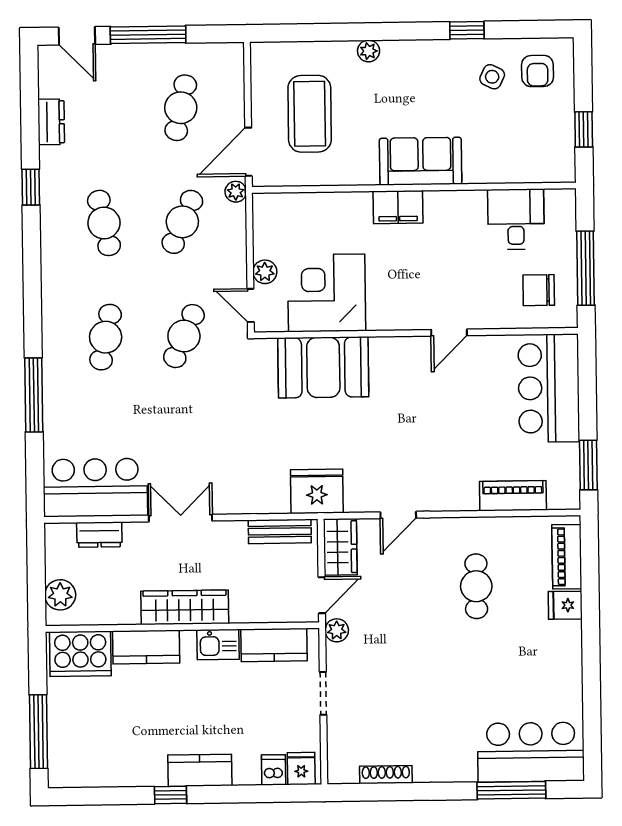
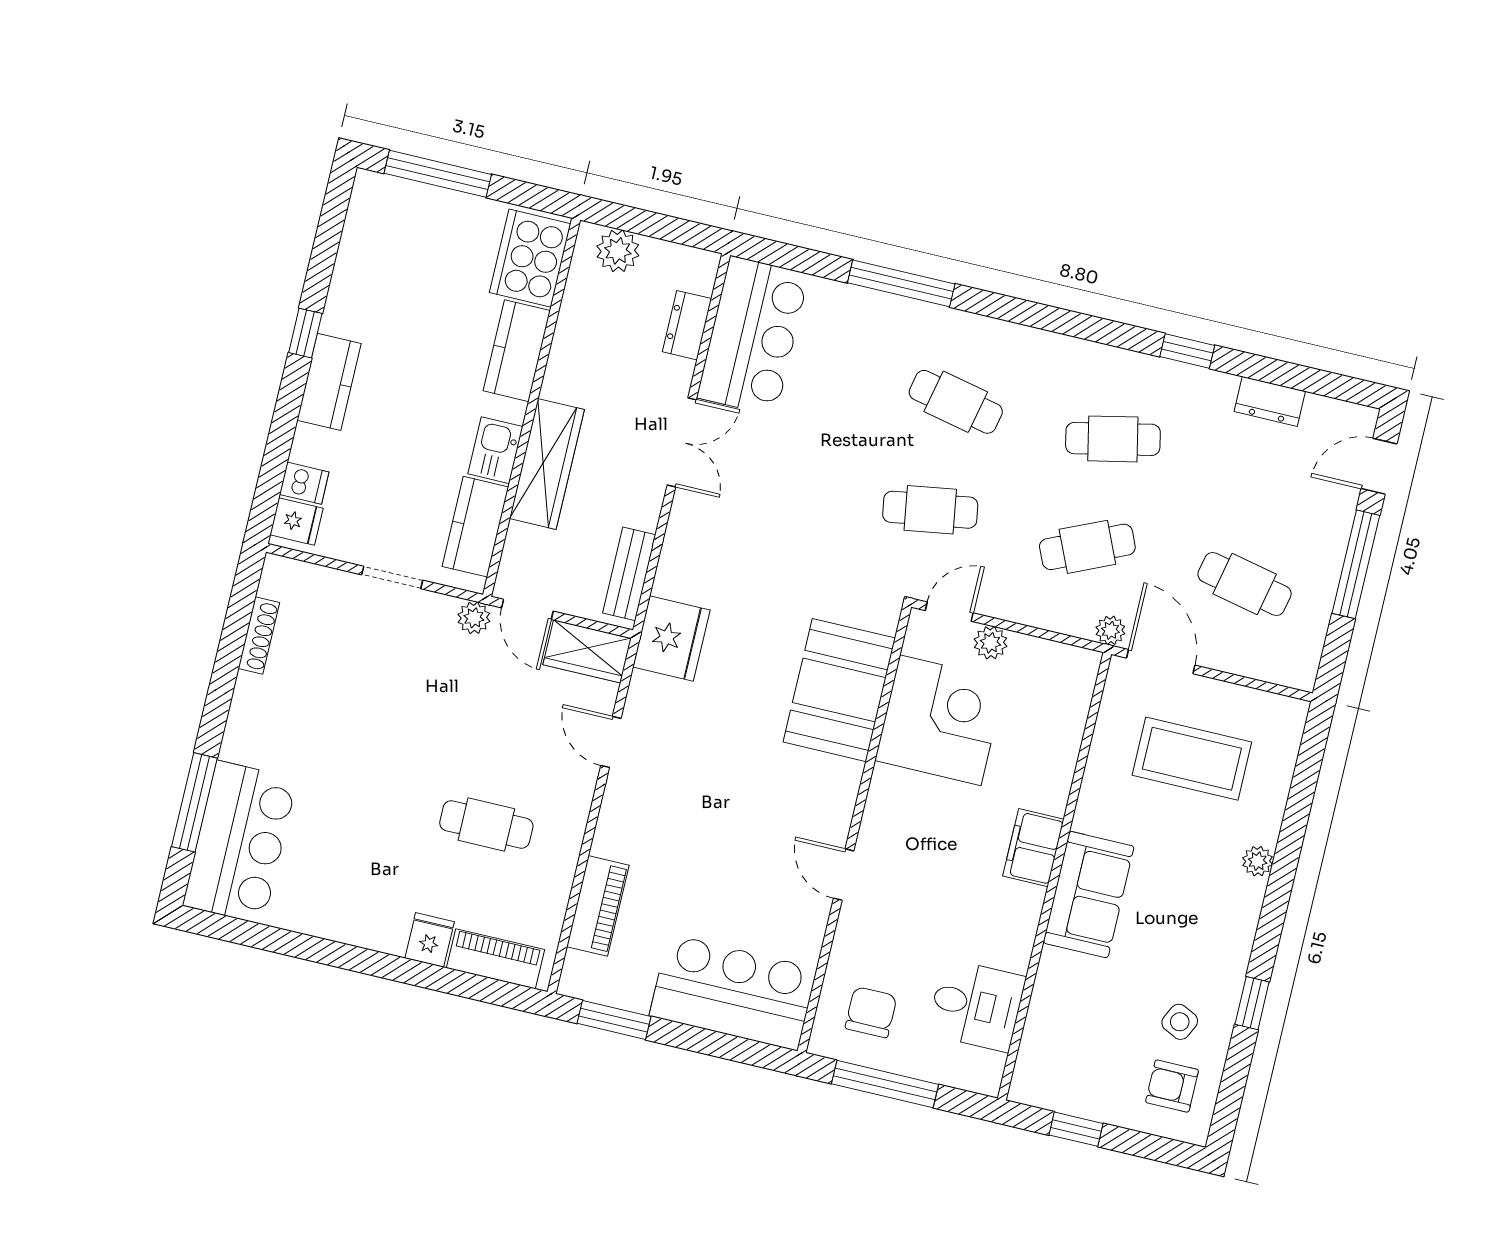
cafe table: (182, 222) -> (1087, 547), turned -48
cafe table: (184, 336) -> (930, 510), turned -33
wardrobe: (185, 607) -> (547, 464), moved

